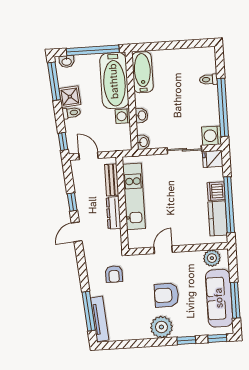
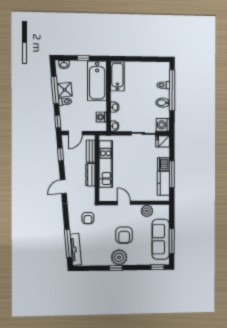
window: (93, 50) -> (83, 58), width x0.32
window: (54, 81) -> (55, 90), moved
bidet: (209, 104) -> (163, 103), added
window: (223, 107) -> (172, 90), moved
washing machine: (123, 116) -> (101, 117), moved
door: (88, 156) -> (75, 133), swing flipped
window: (72, 202) -> (61, 154), moved
window: (229, 205) -> (172, 174), width x0.68
door: (163, 250) -> (124, 203), hinge flipped
plant: (212, 258) -> (147, 211), moved
armchair: (166, 295) -> (124, 235), turned -90
window: (186, 340) -> (116, 268), moved

